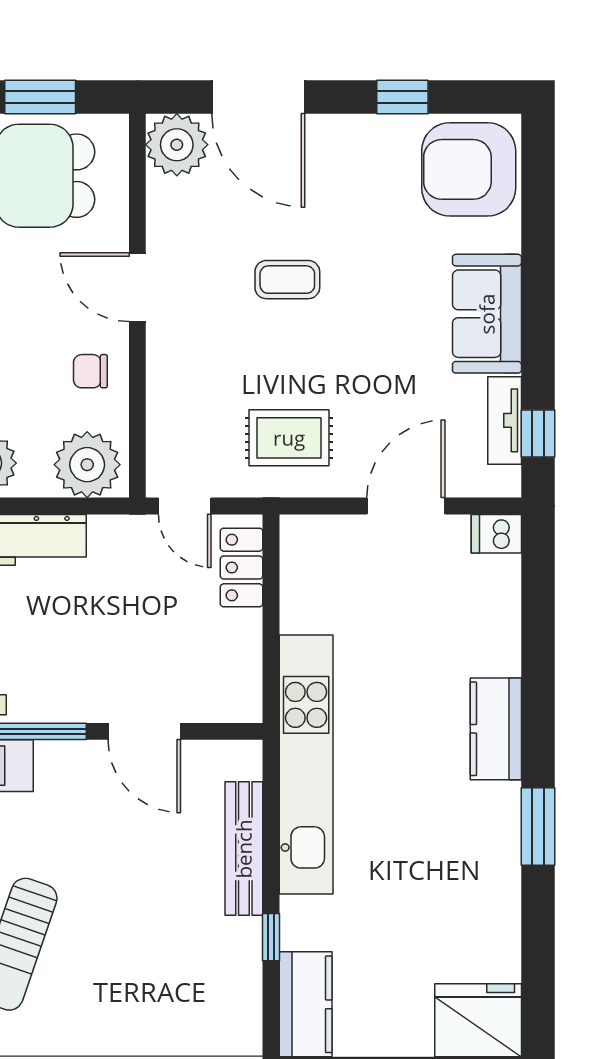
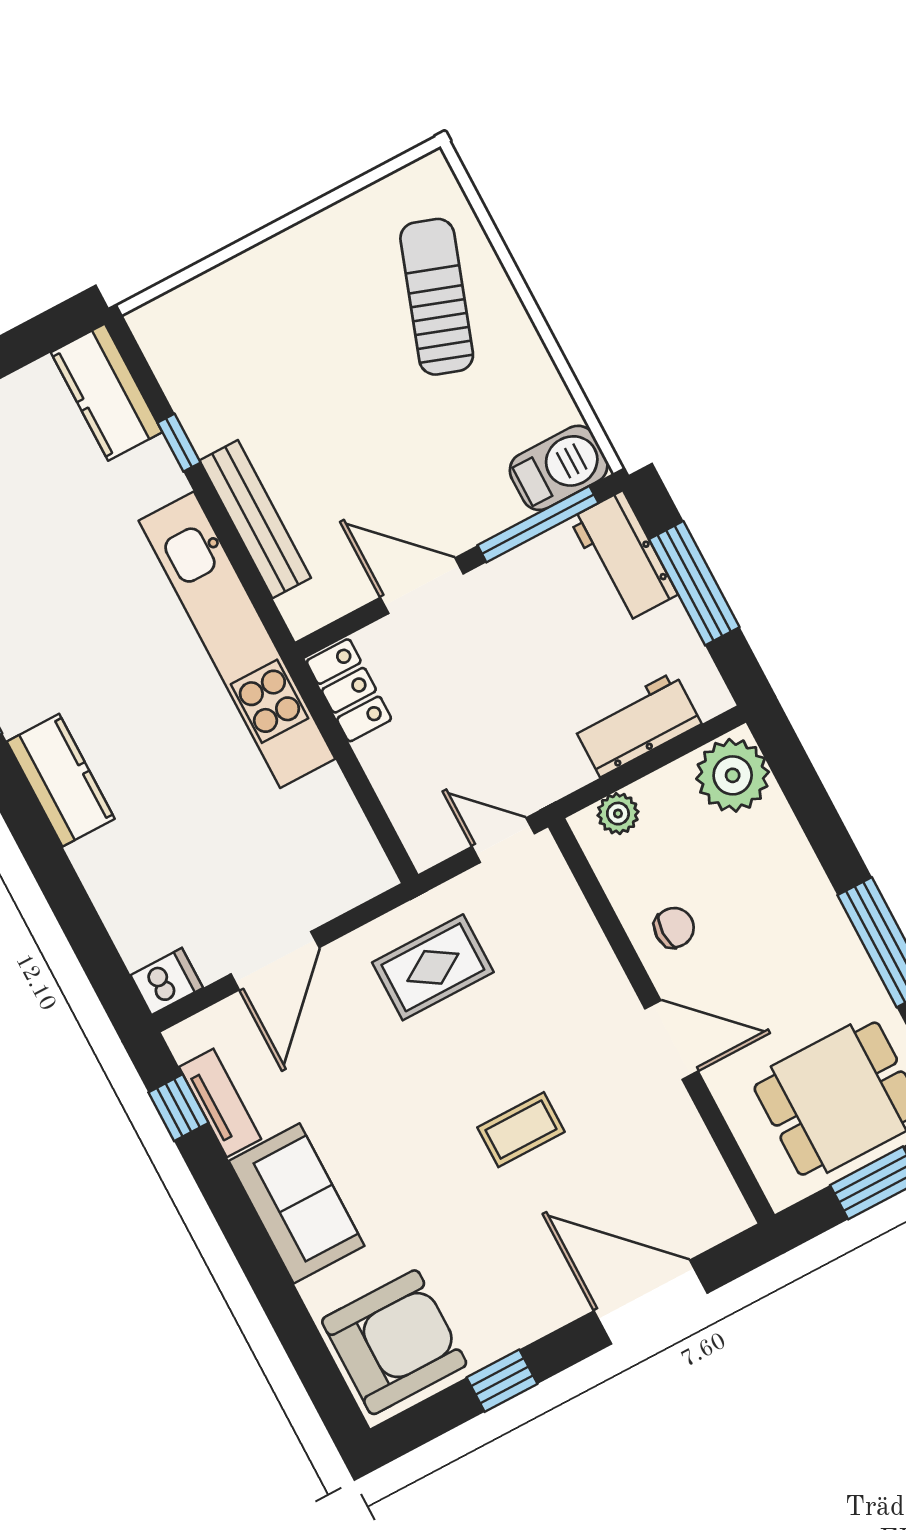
plant: (177, 145) -> (709, 1208), removed
plant: (87, 465) -> (618, 814), width x0.53, depth x0.53
locker: (242, 568) -> (349, 690), moved

